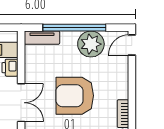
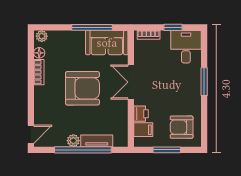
tv unit: (42, 38) -> (97, 141), moved
plant: (91, 44) -> (73, 141), width x0.53, depth x0.53

